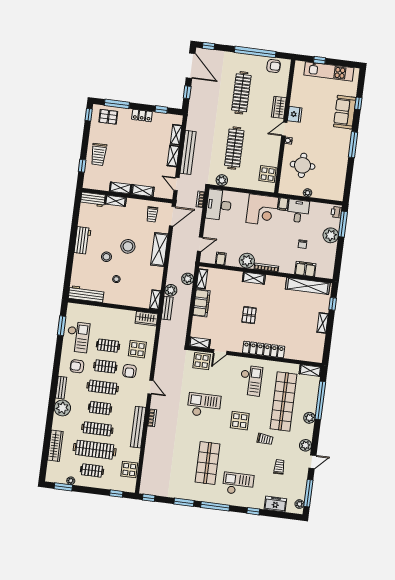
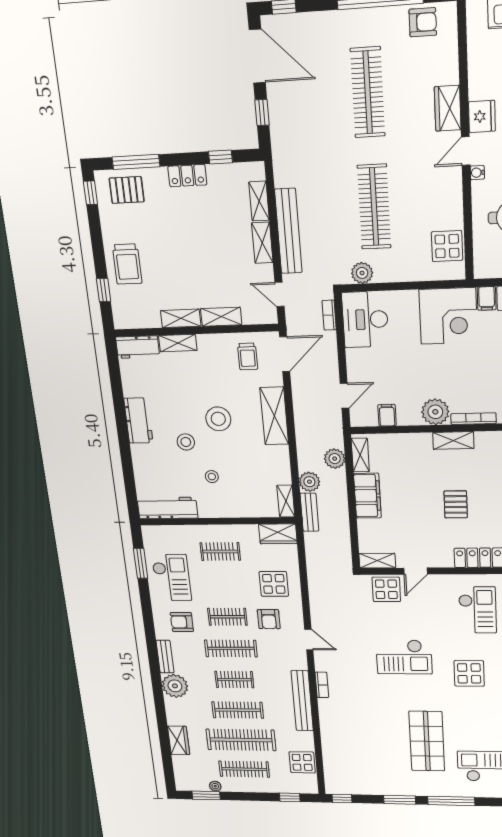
clothes rail: (108, 346) -> (220, 551), moved
checkout: (204, 405) -> (404, 657), turned 180
wardrobe: (55, 446) -> (179, 740), width x0.67
clothes rail: (92, 470) -> (244, 769), width x1.36

